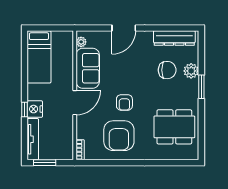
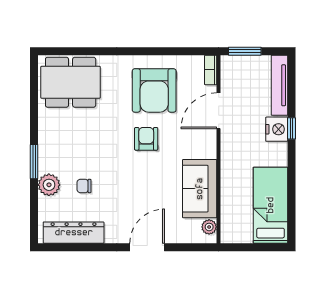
chair: (167, 70) -> (84, 186), width x0.54, depth x0.54
door: (75, 103) -> (219, 111), moved
dining table: (174, 127) -> (71, 82), moved
armchair: (119, 136) -> (154, 90), turned 180
window: (45, 163) -> (245, 51), moved

